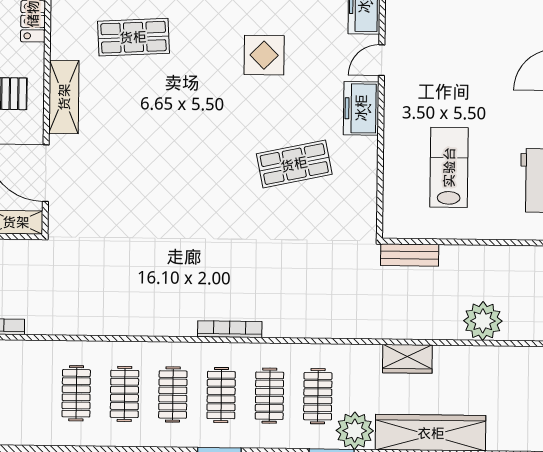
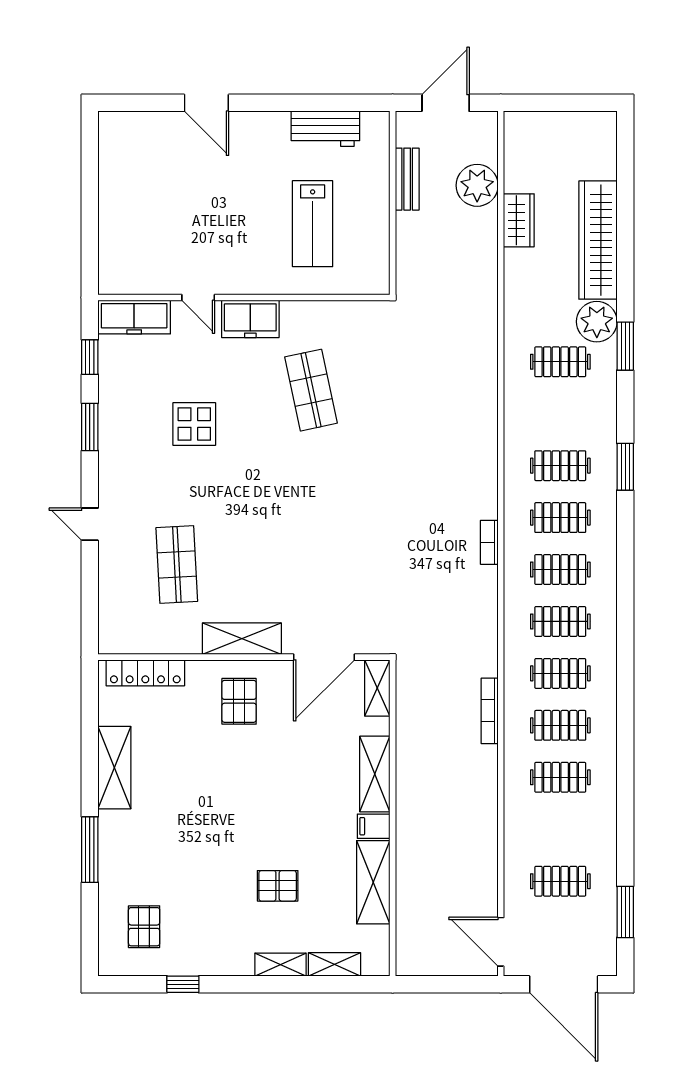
lab bench: (449, 167) -> (313, 224), turned -90
bench: (410, 255) -> (407, 179), moved
bookcase: (230, 329) -> (489, 542), moved, width x0.64
wardrobe: (407, 359) -> (519, 220), moved
clothes rail: (269, 396) -> (560, 673), moved

